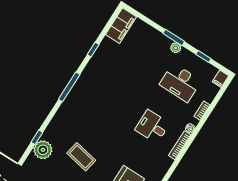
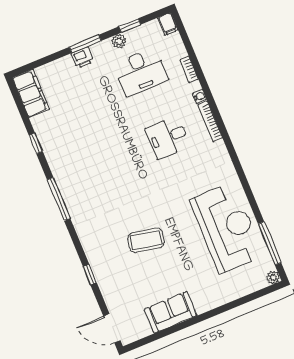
printer: (164, 42) -> (82, 58), added
plant: (176, 48) -> (119, 41), moved
plant: (43, 150) -> (108, 278), removed

